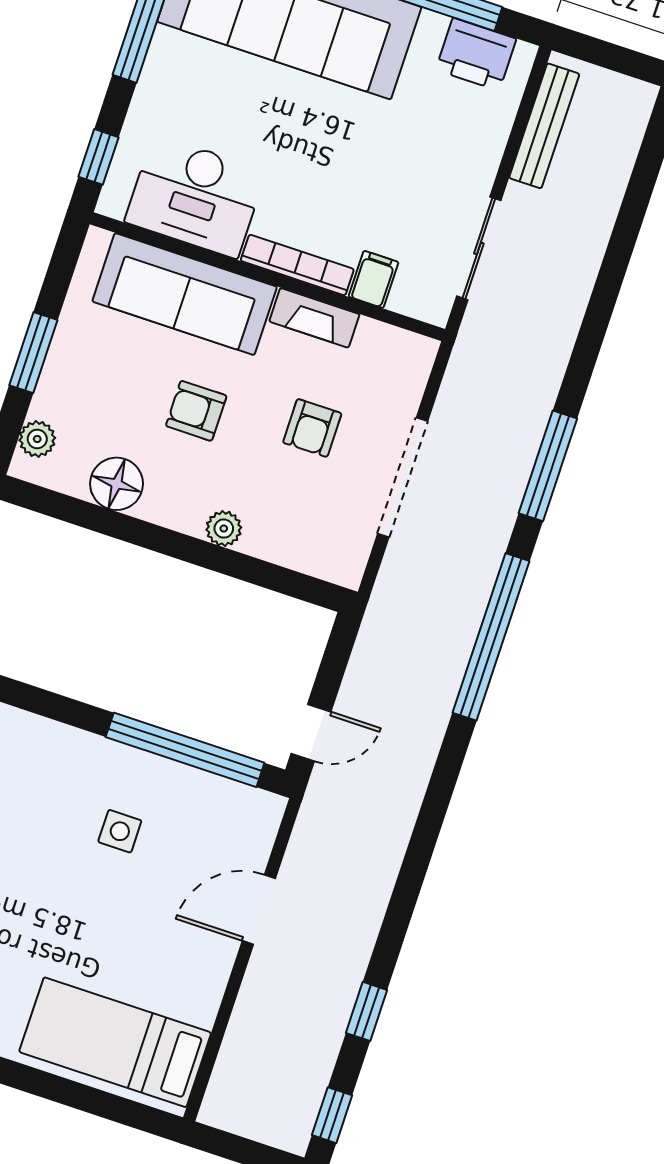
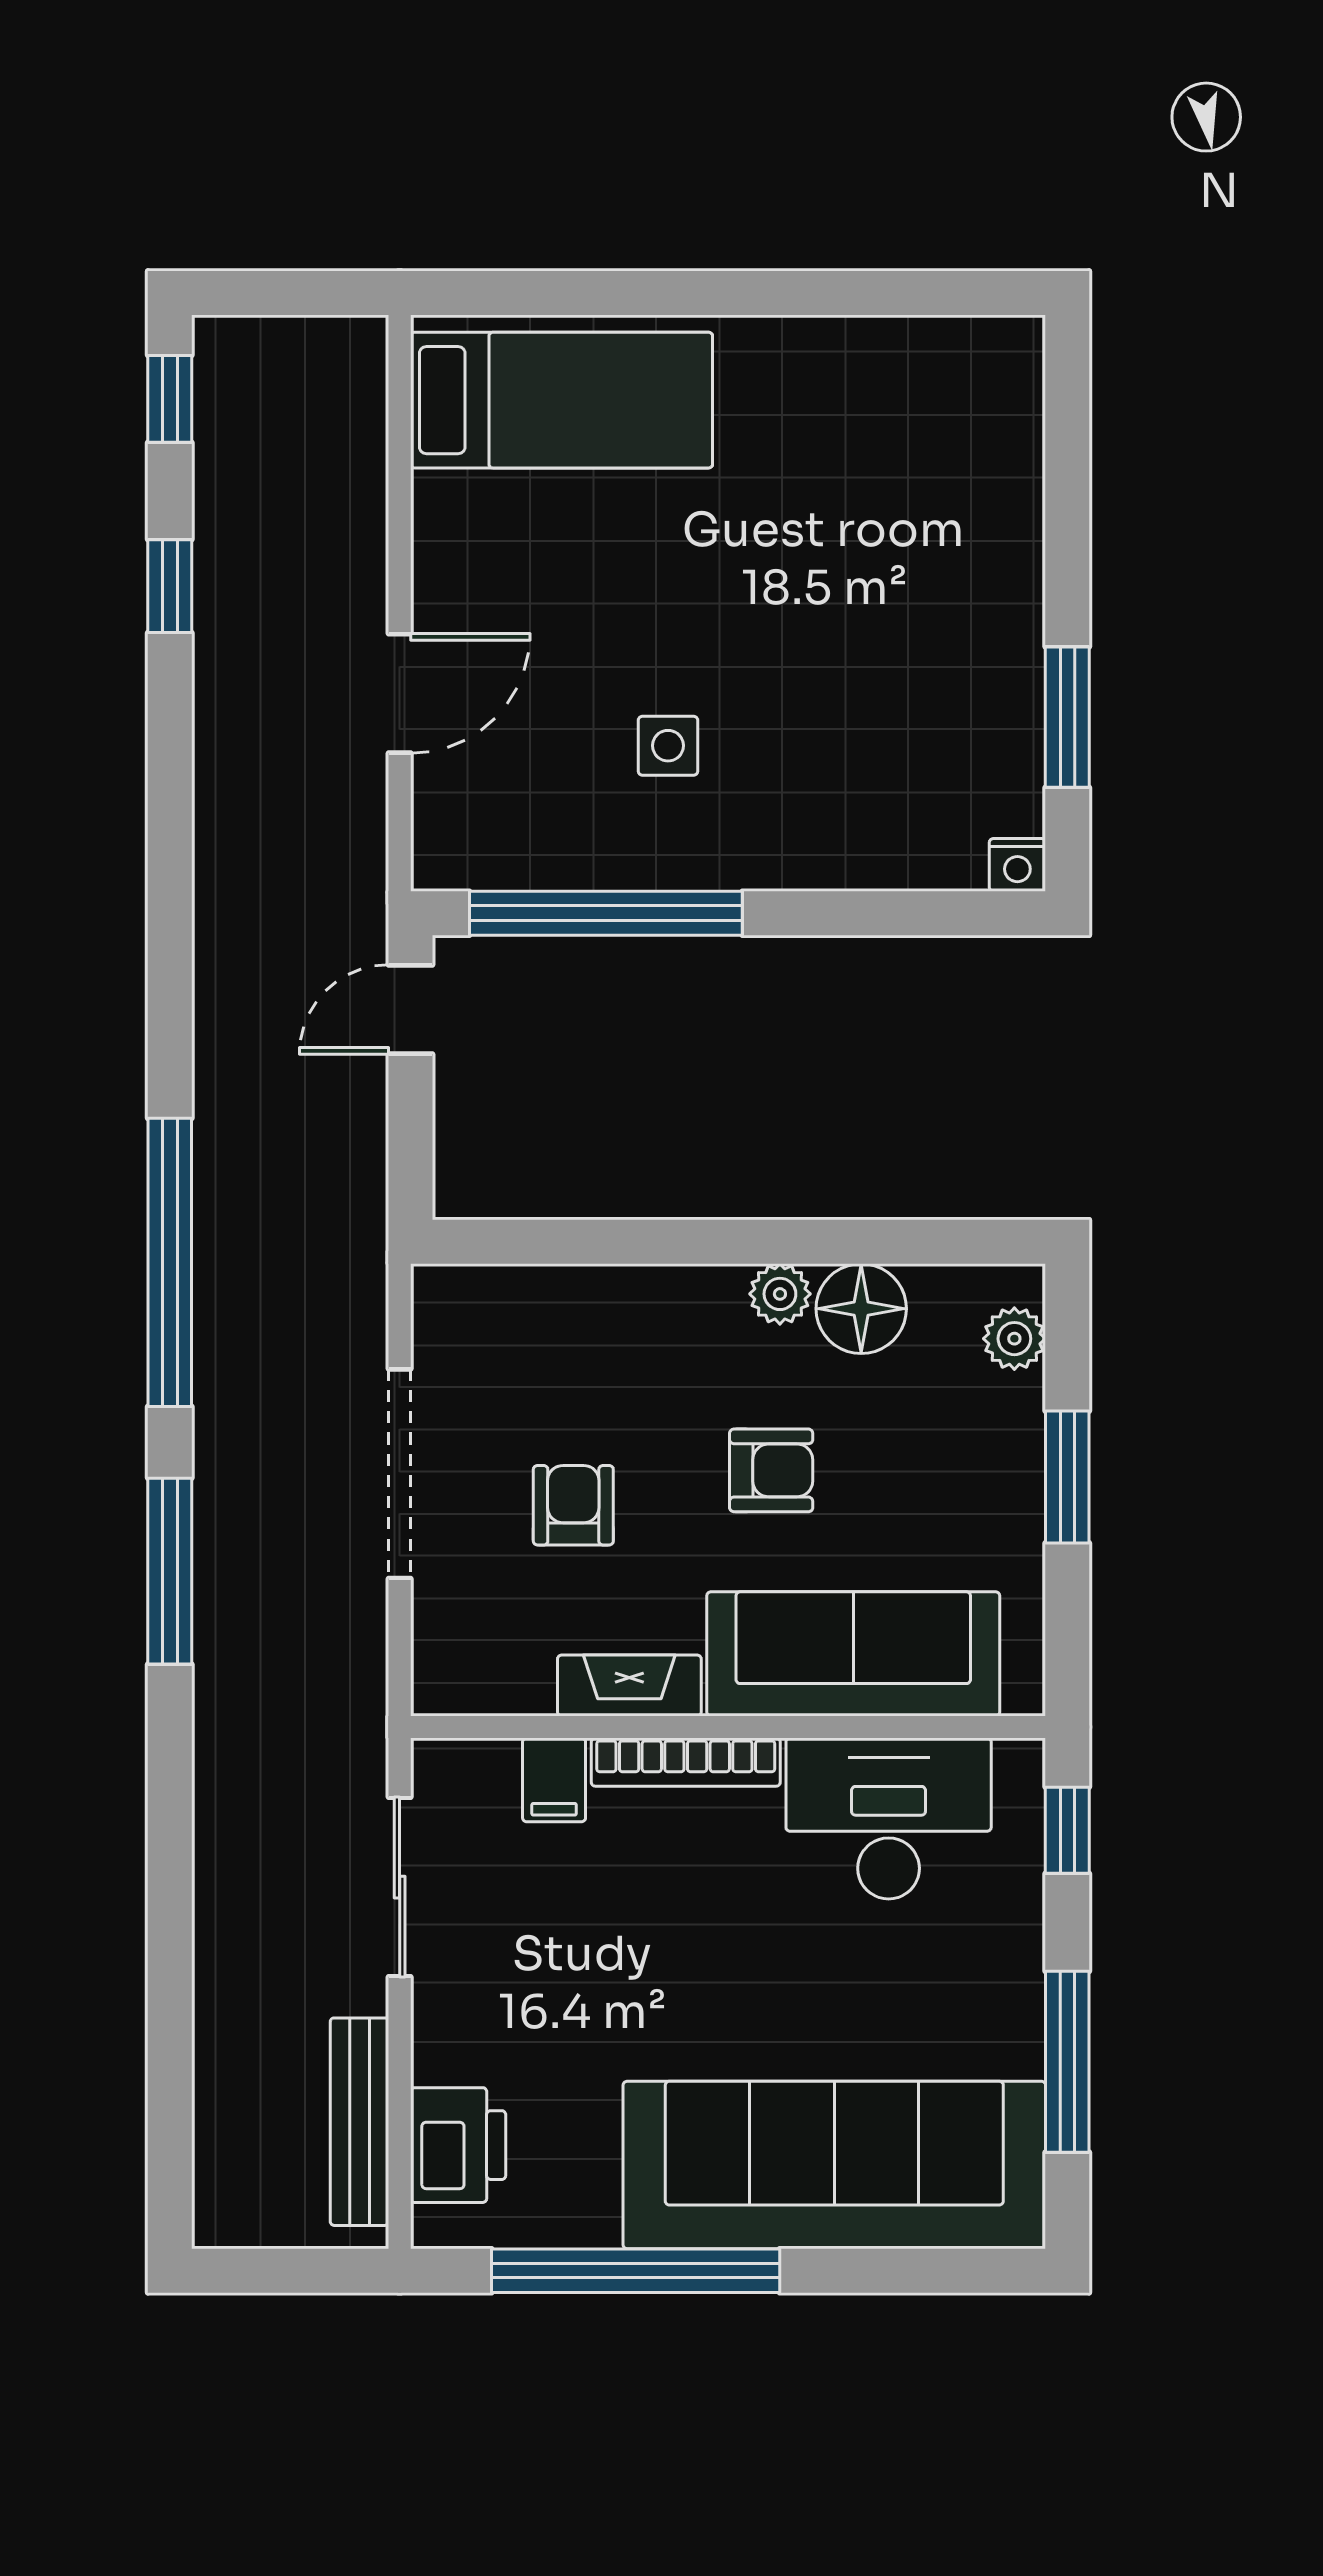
printer: (476, 54) -> (458, 2145), moved, turned 90
plant: (224, 529) -> (780, 1294), moved

